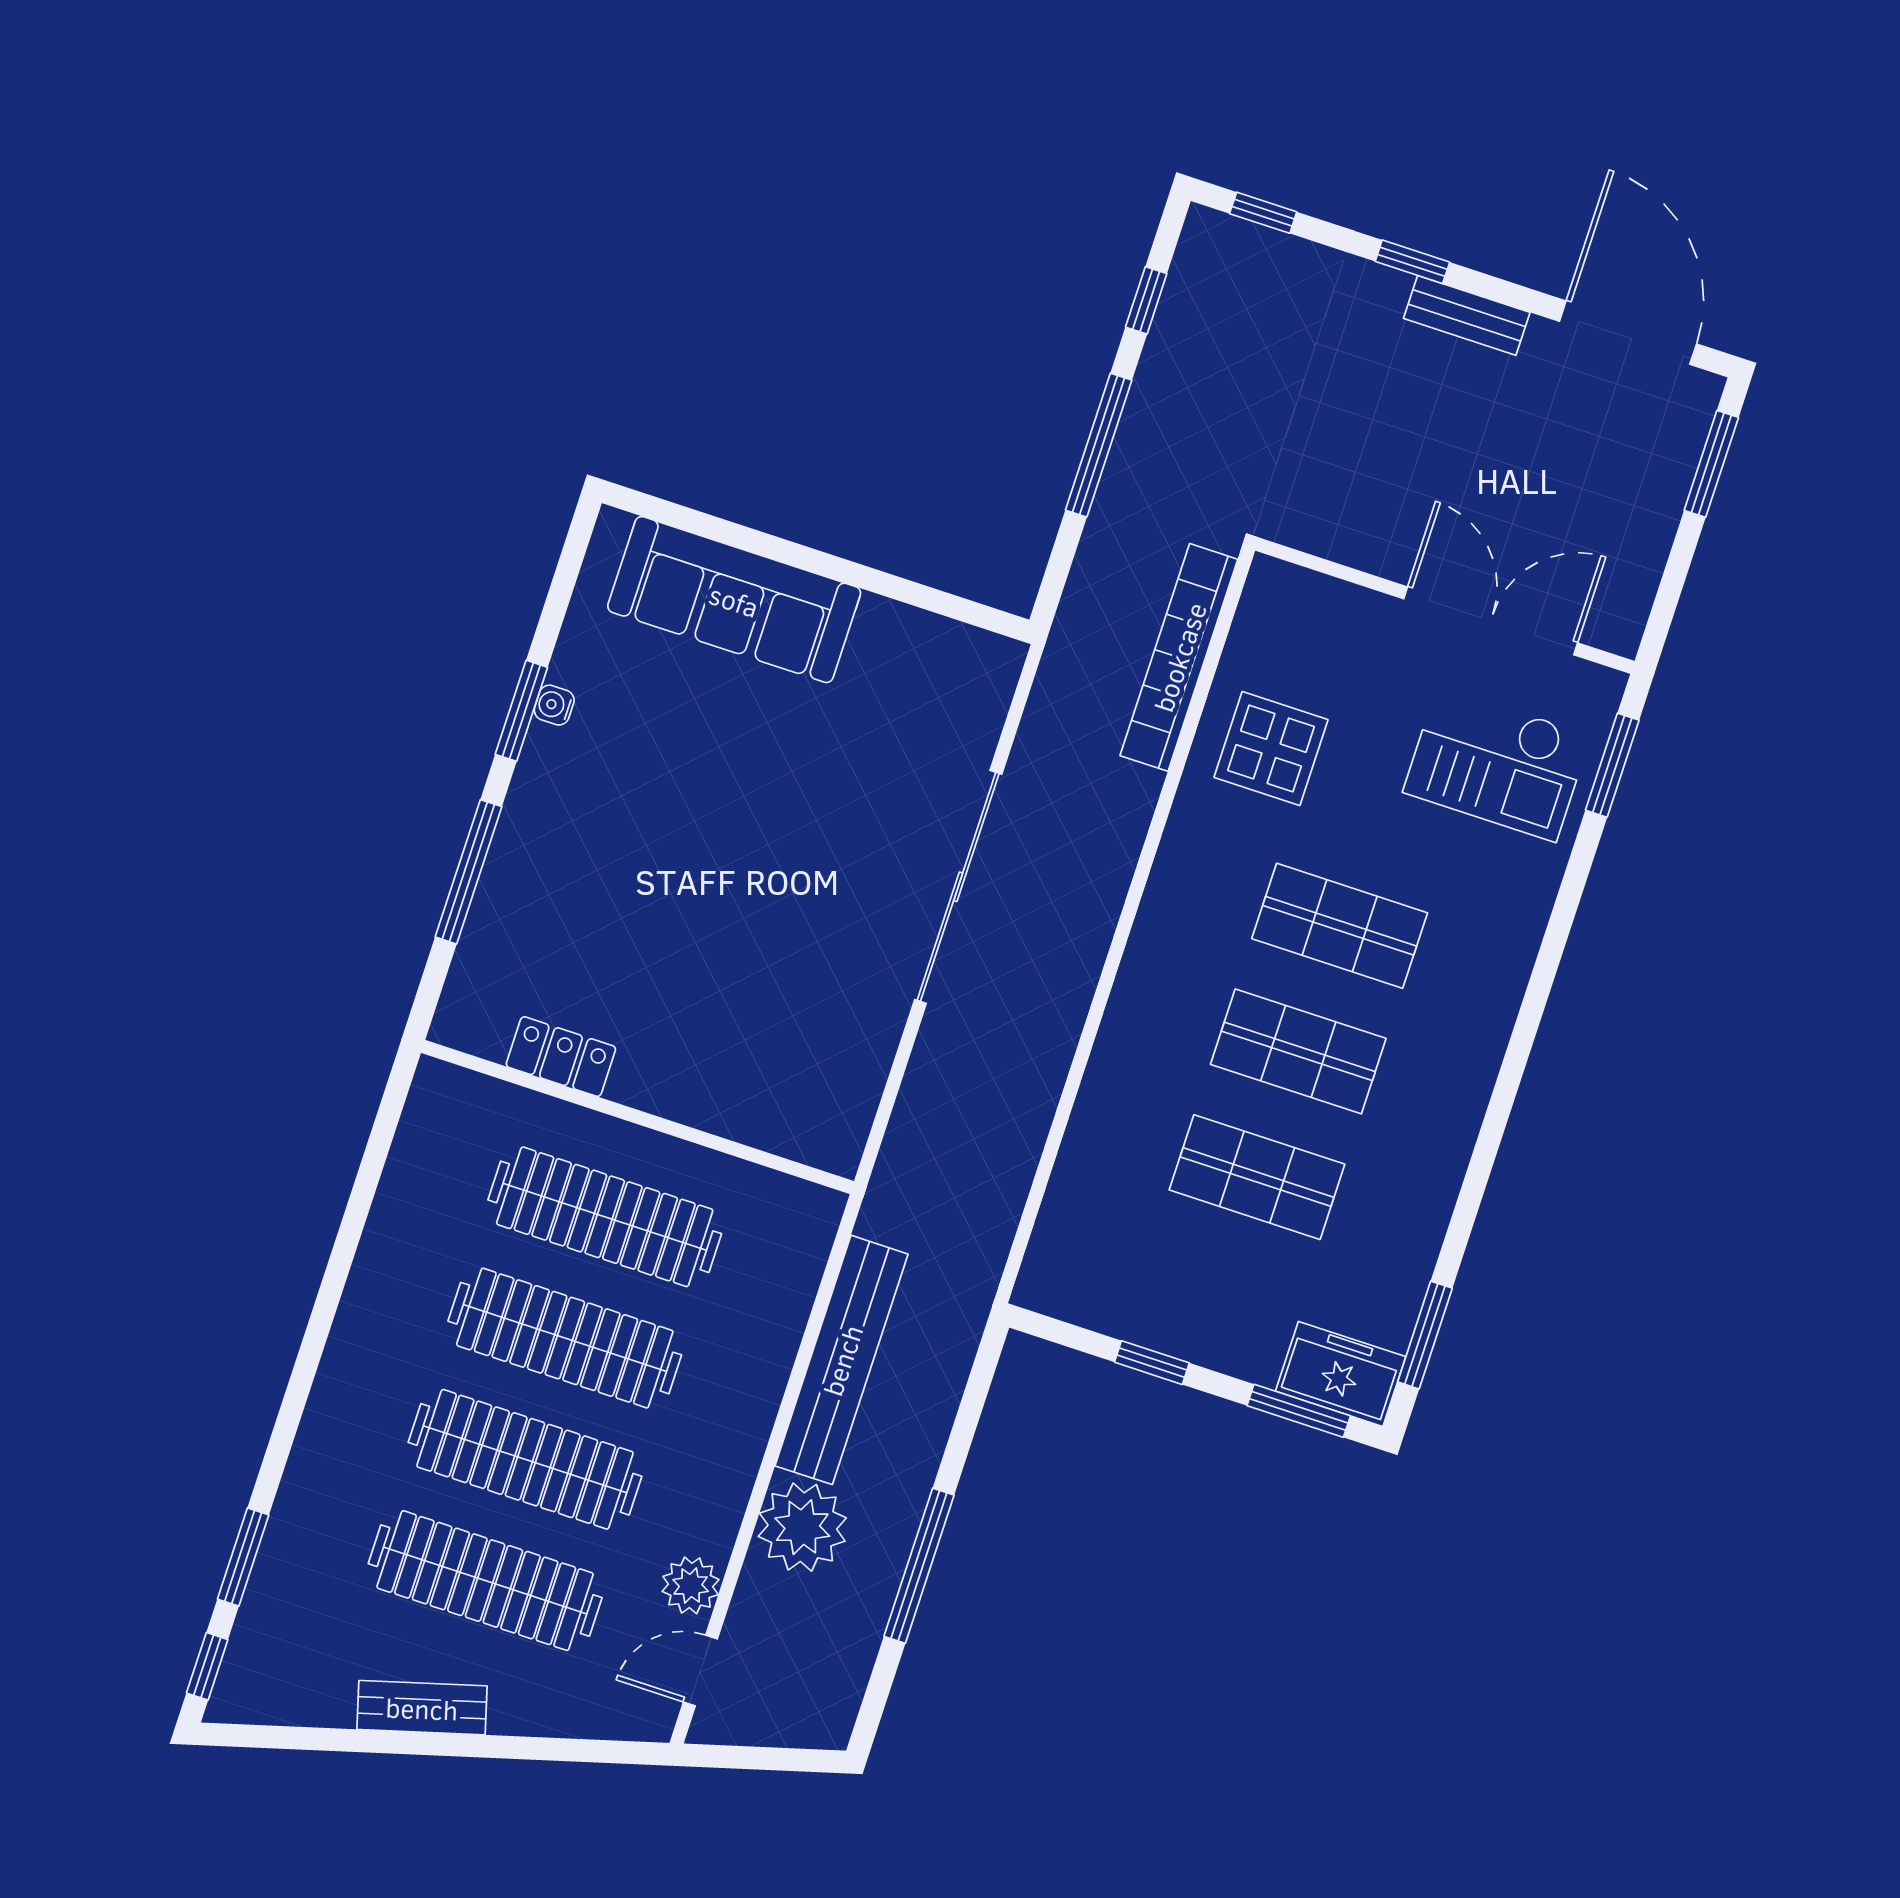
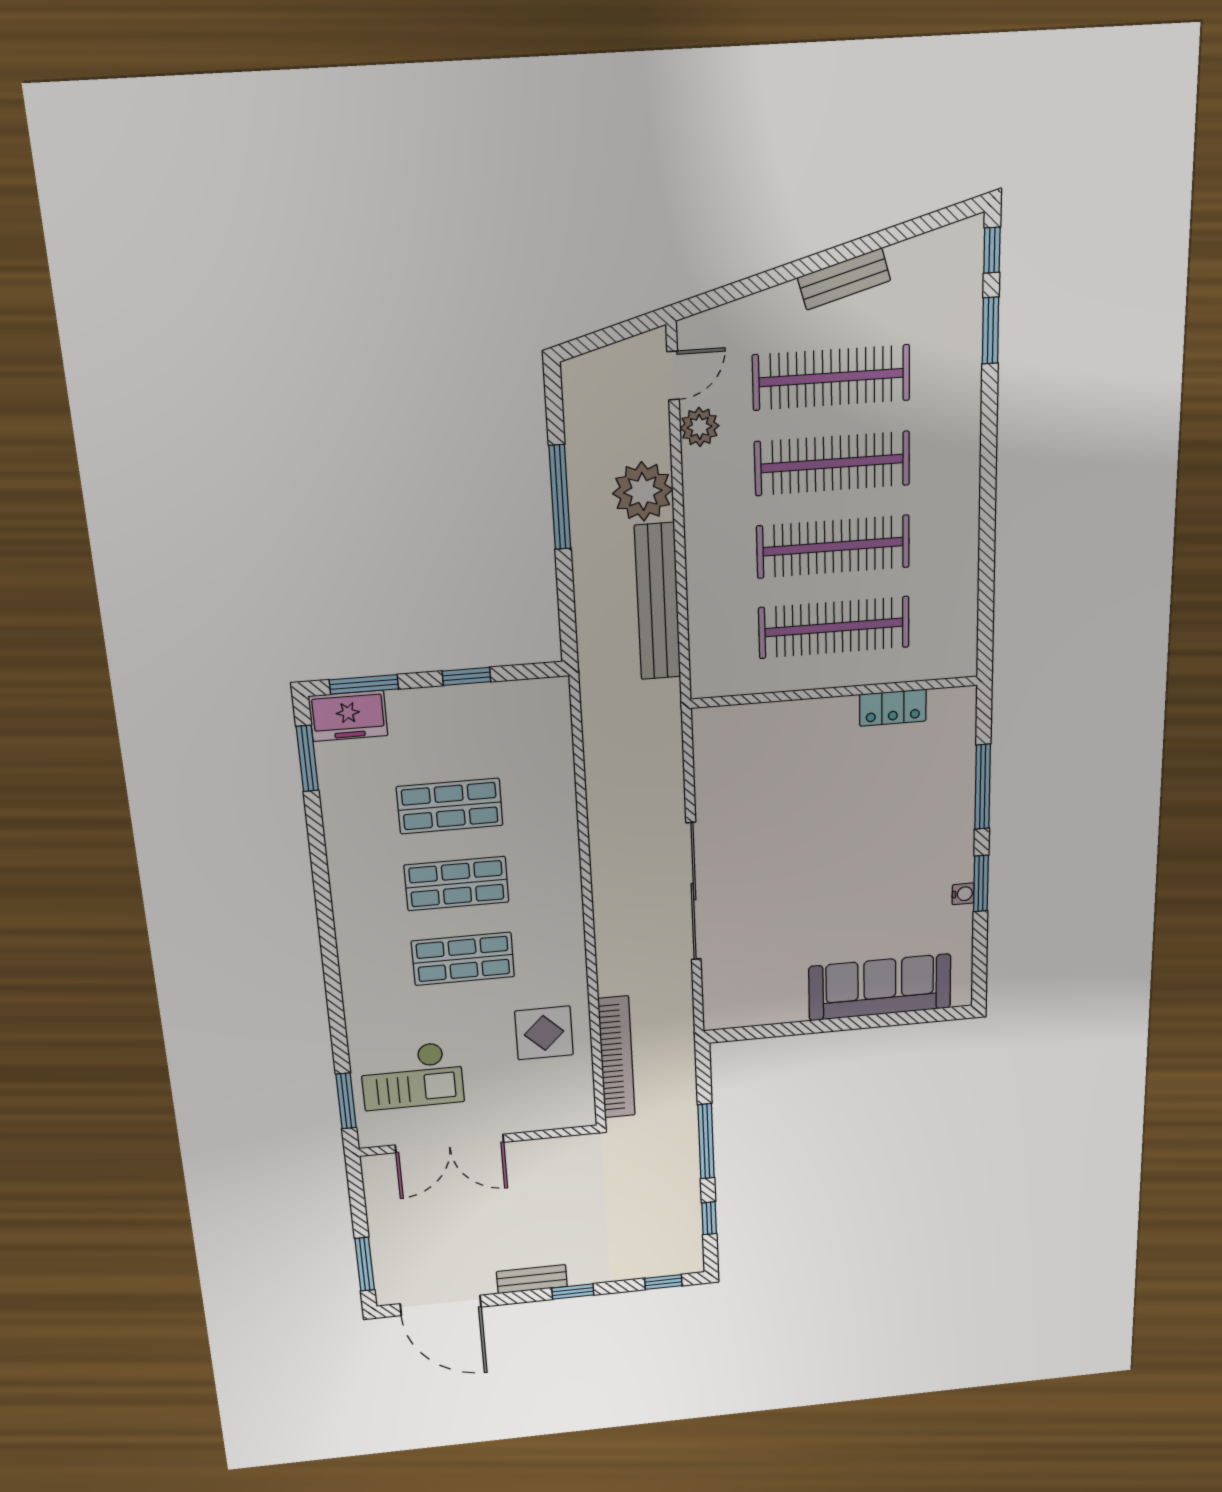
checkout: (1497, 764) -> (412, 1076), turned 180

